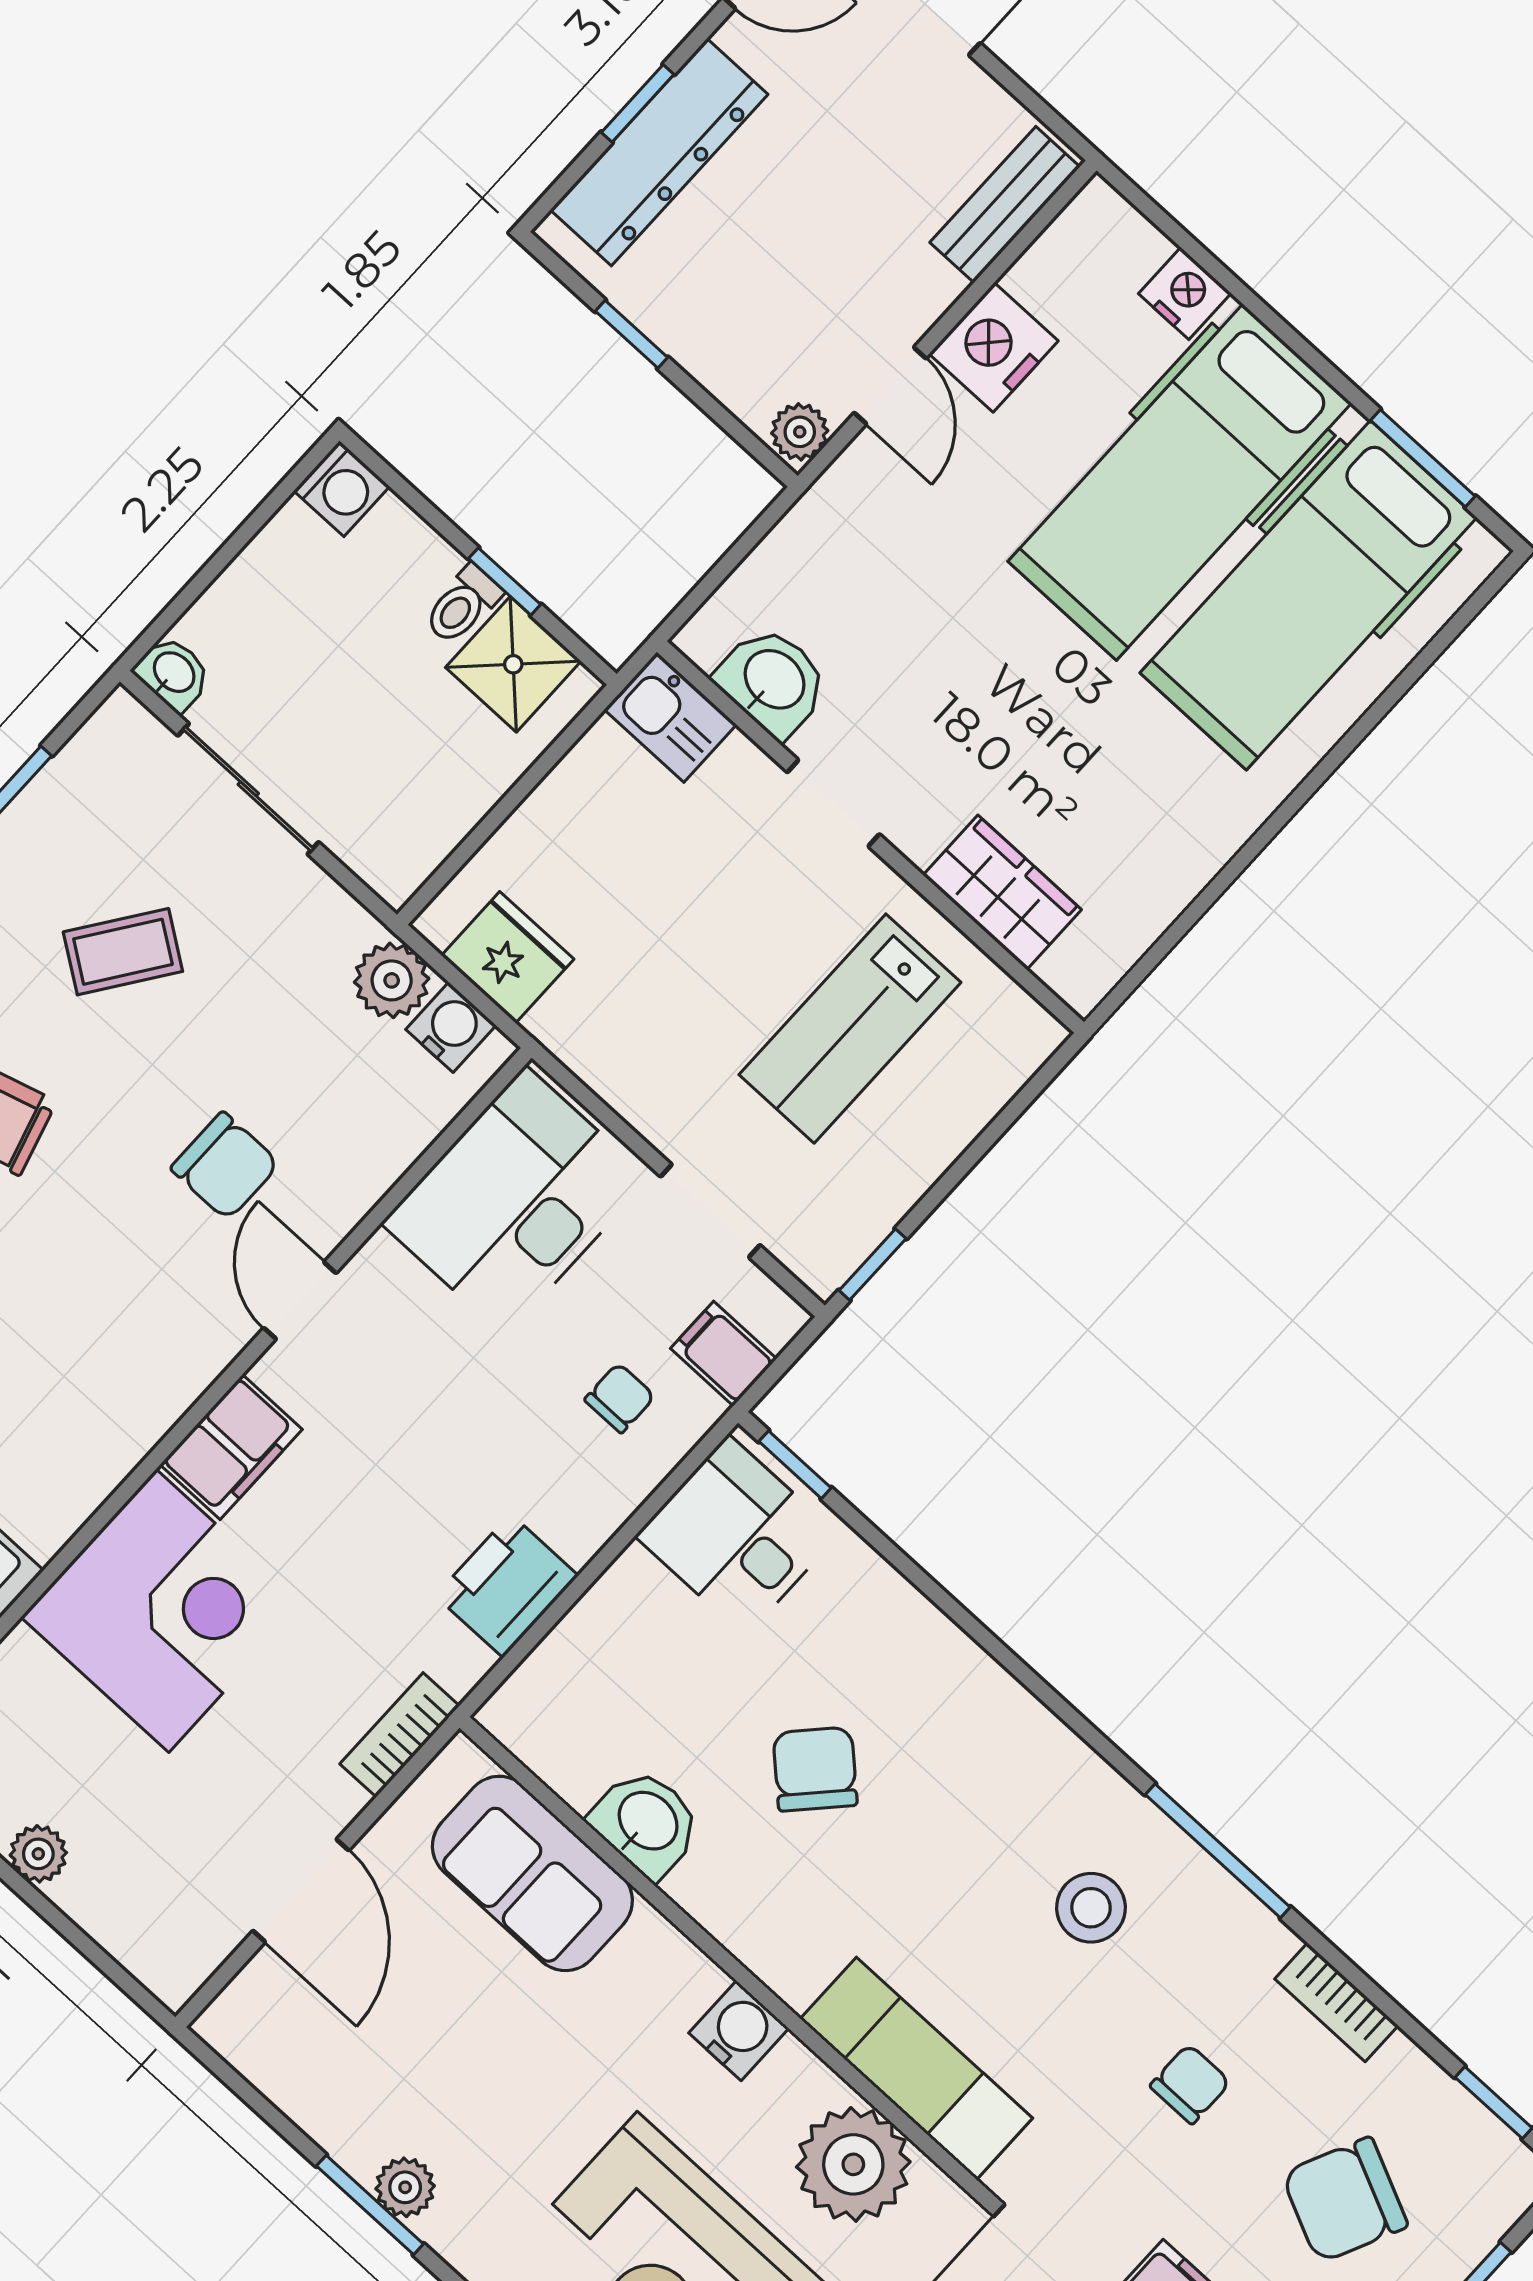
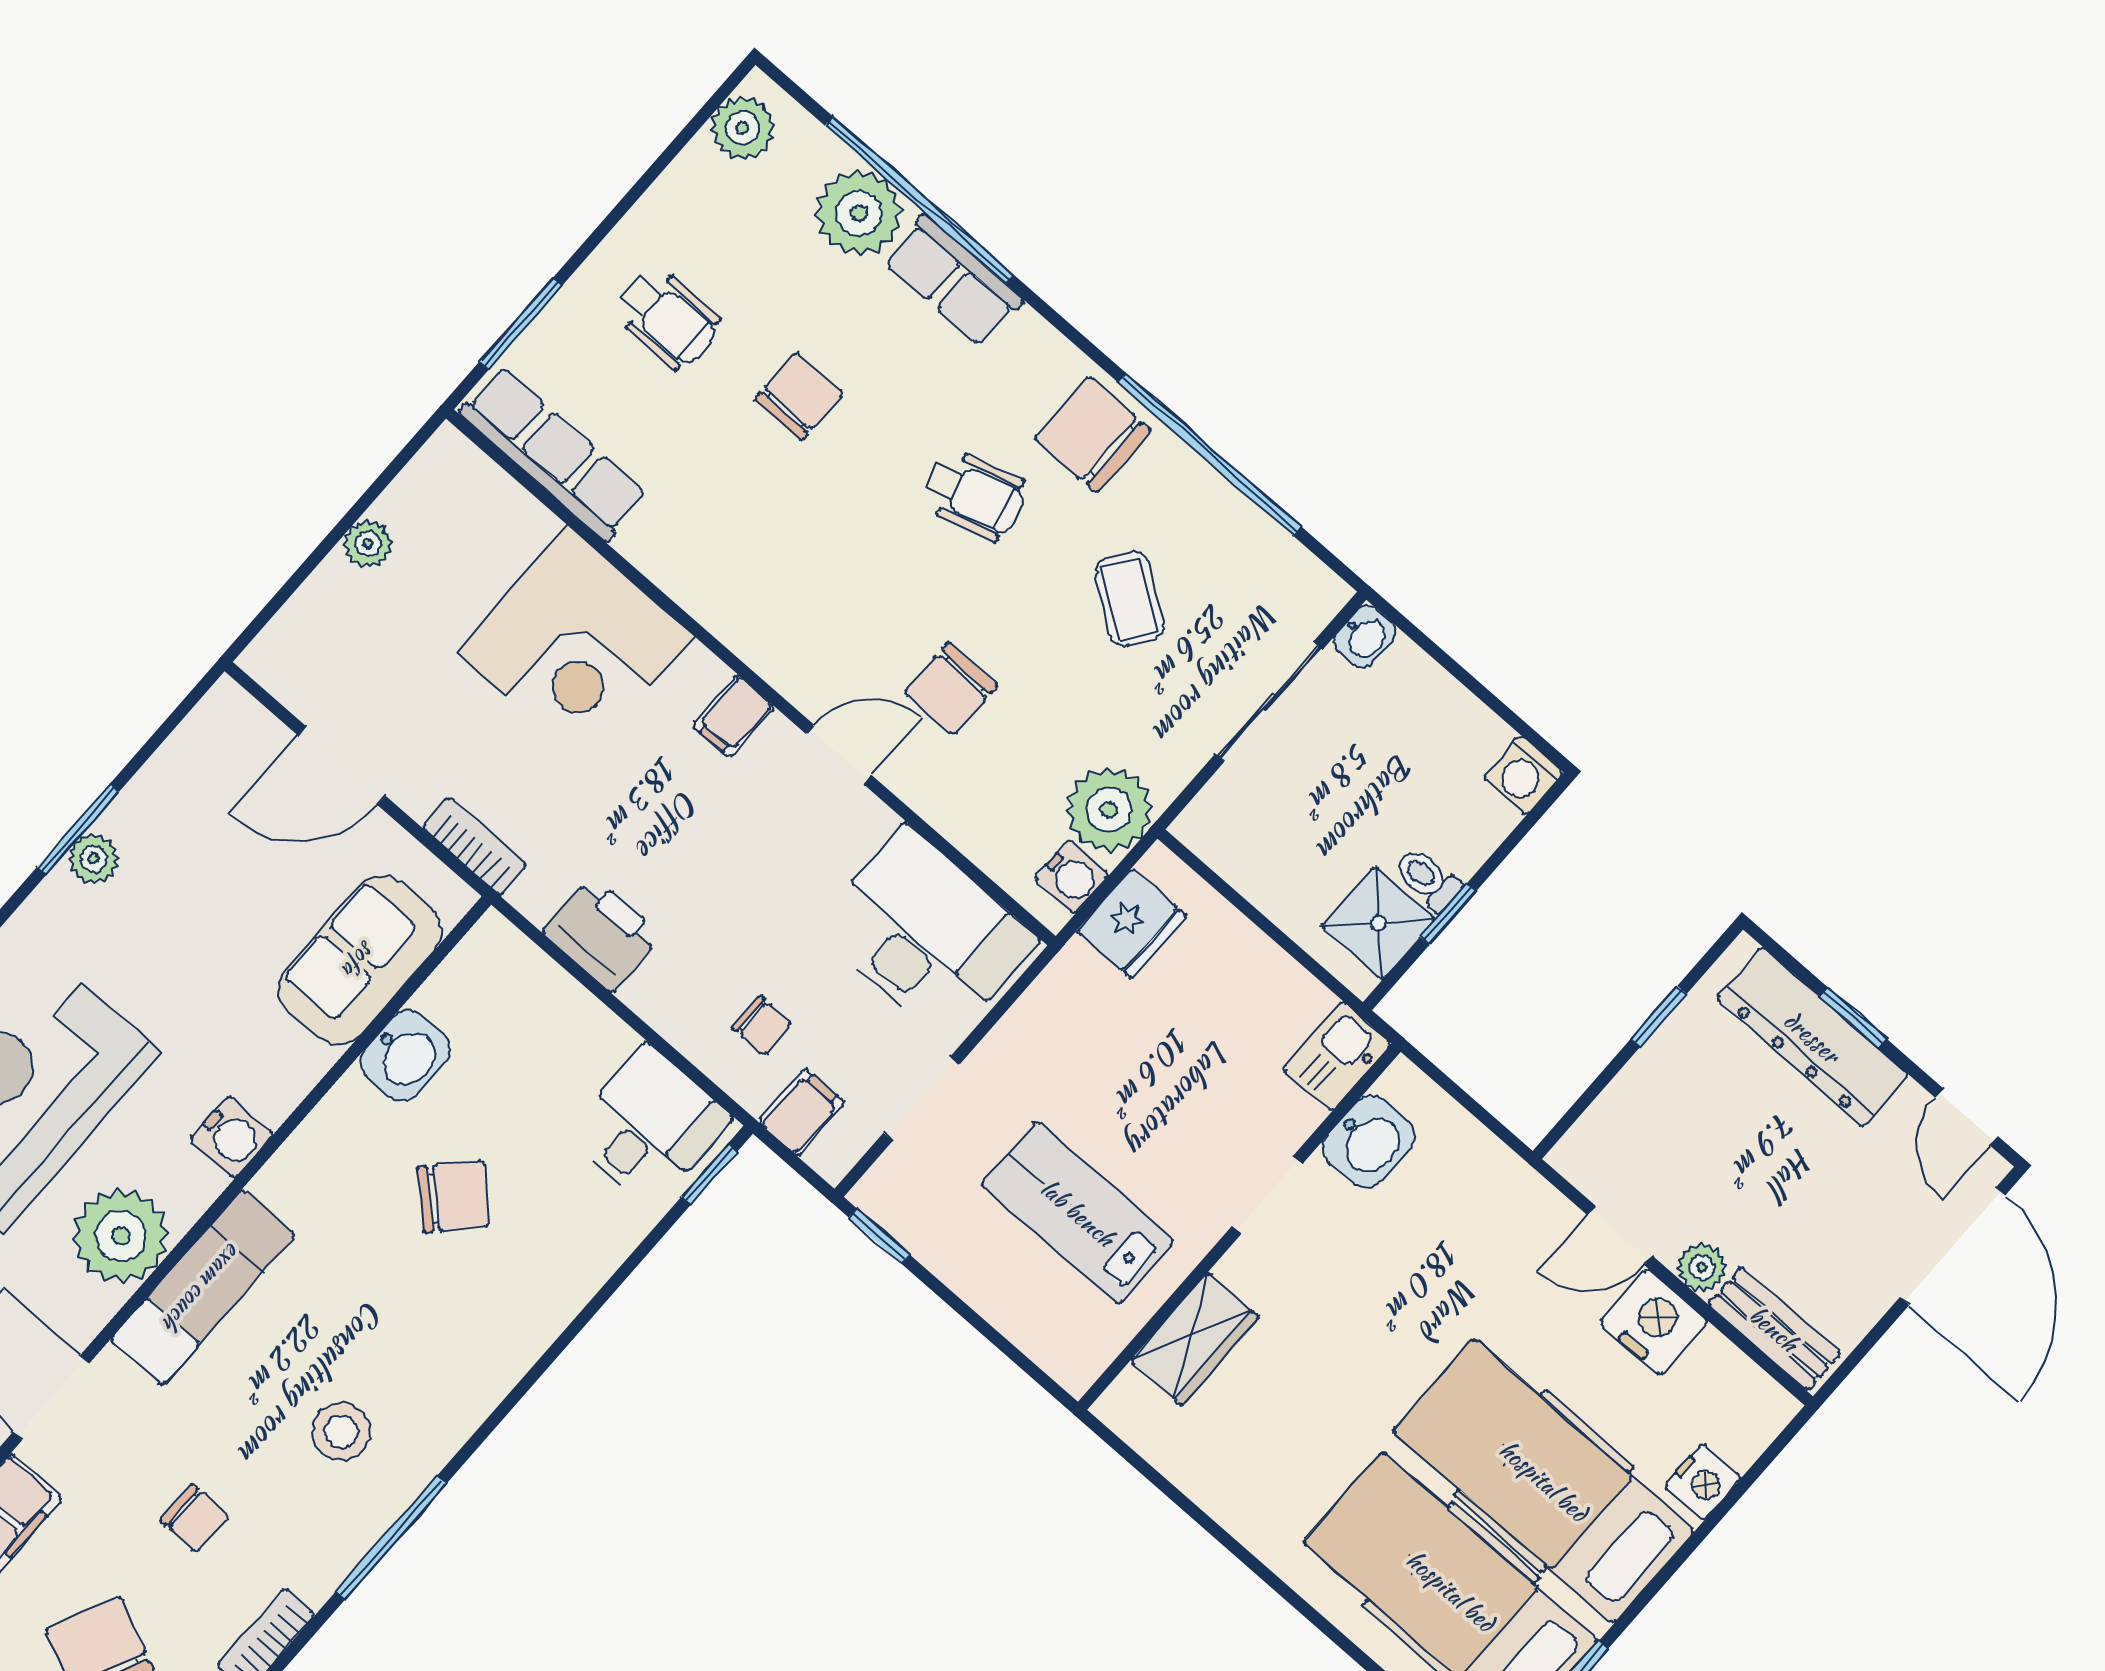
plant: (800, 432) -> (1702, 1267), moved
plant: (392, 980) -> (1109, 810), width x1.36, depth x1.36
filing cabinet: (231, 1447) -> (733, 716), width x0.50

